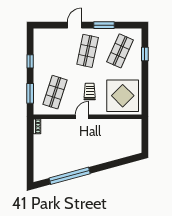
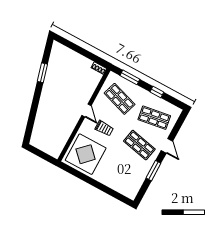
shop shelf: (120, 51) -> (154, 118), moved, turned -33
window: (145, 54) -> (111, 192), removed
window: (70, 176) -> (42, 73), width x0.47

